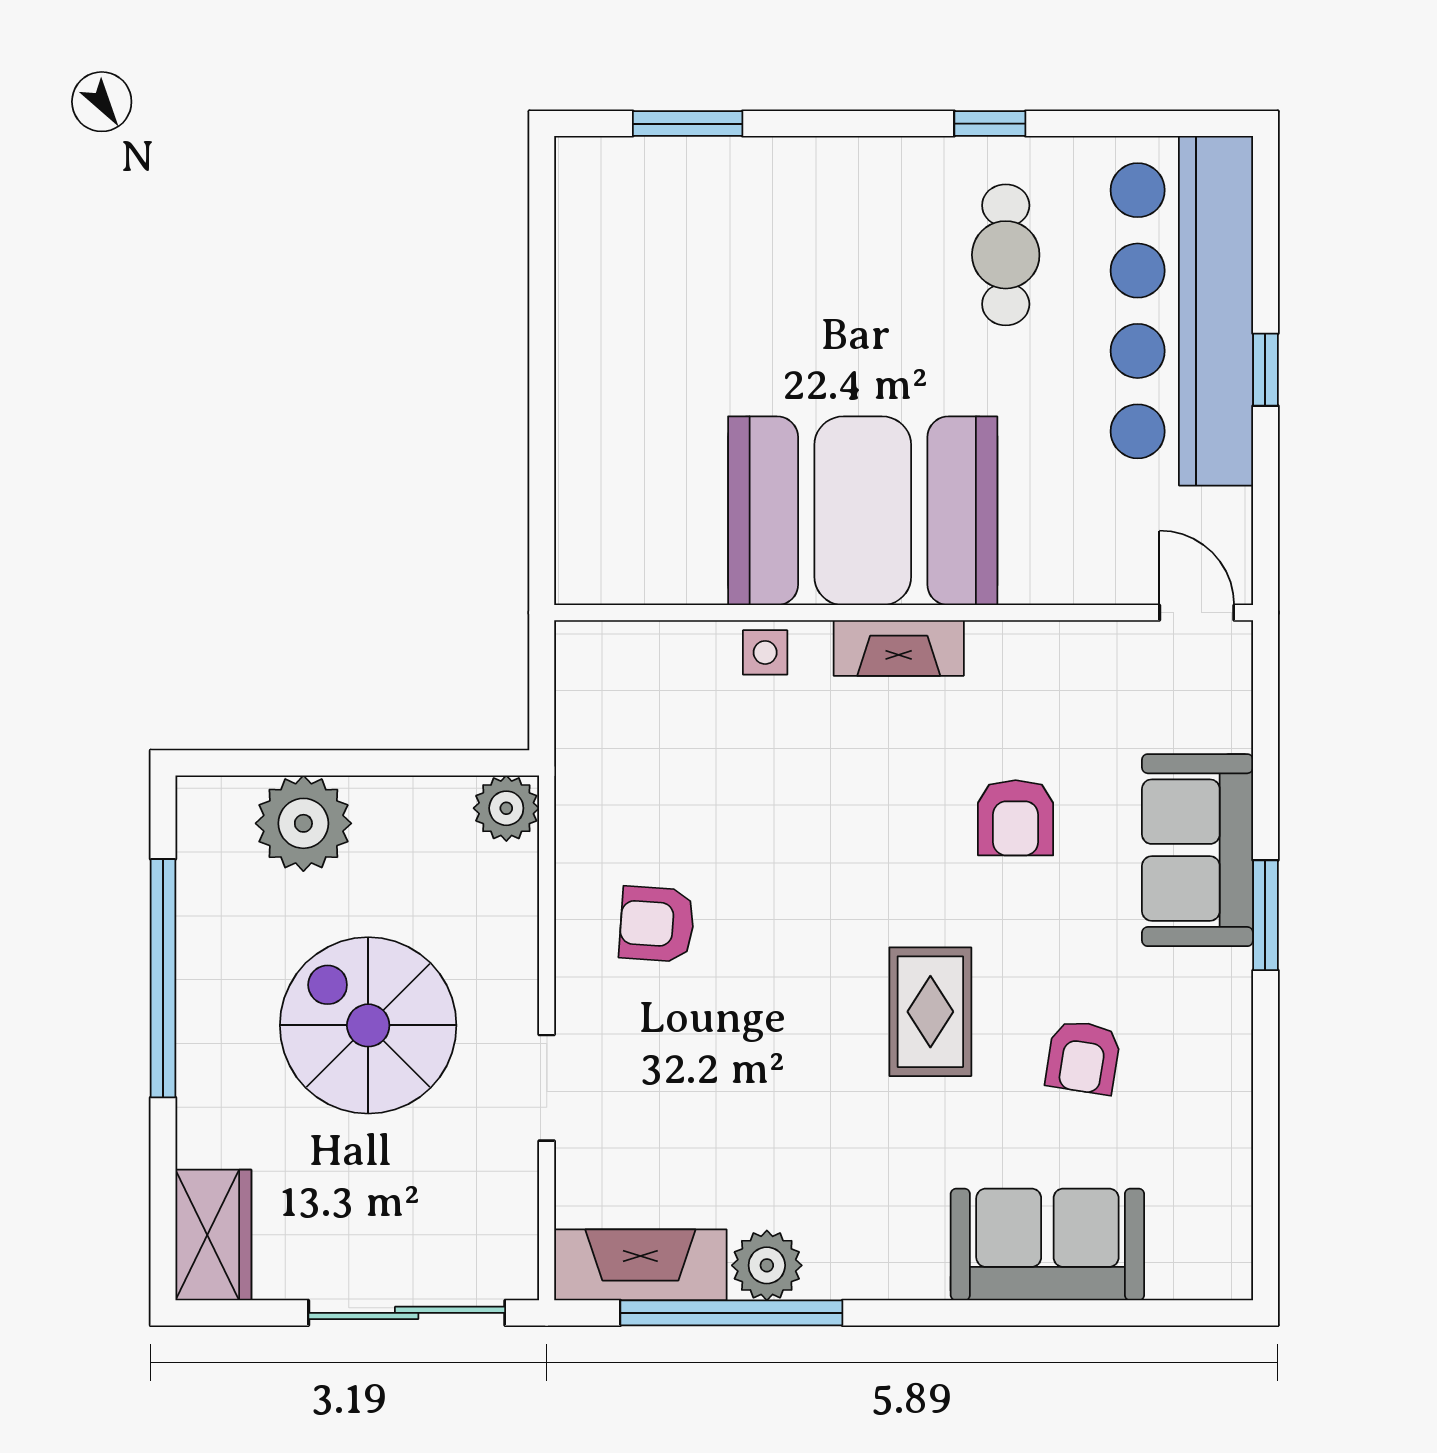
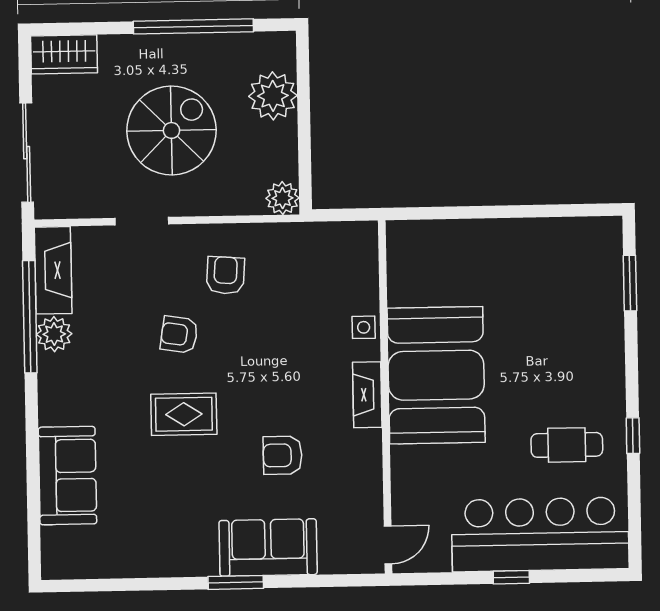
armchair: (1083, 1057) -> (179, 335), moved

